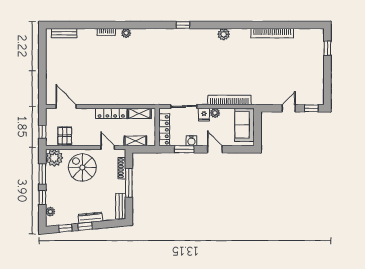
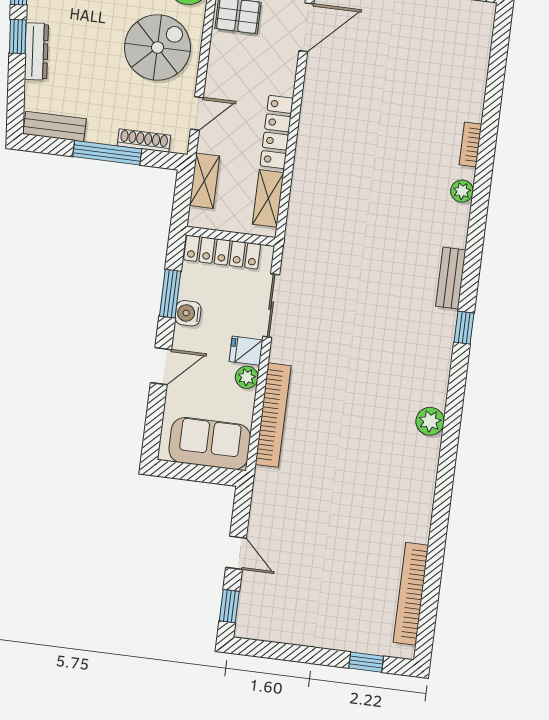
bench: (64, 33) -> (451, 278), moved
bookcase: (272, 33) -> (411, 594), moved

